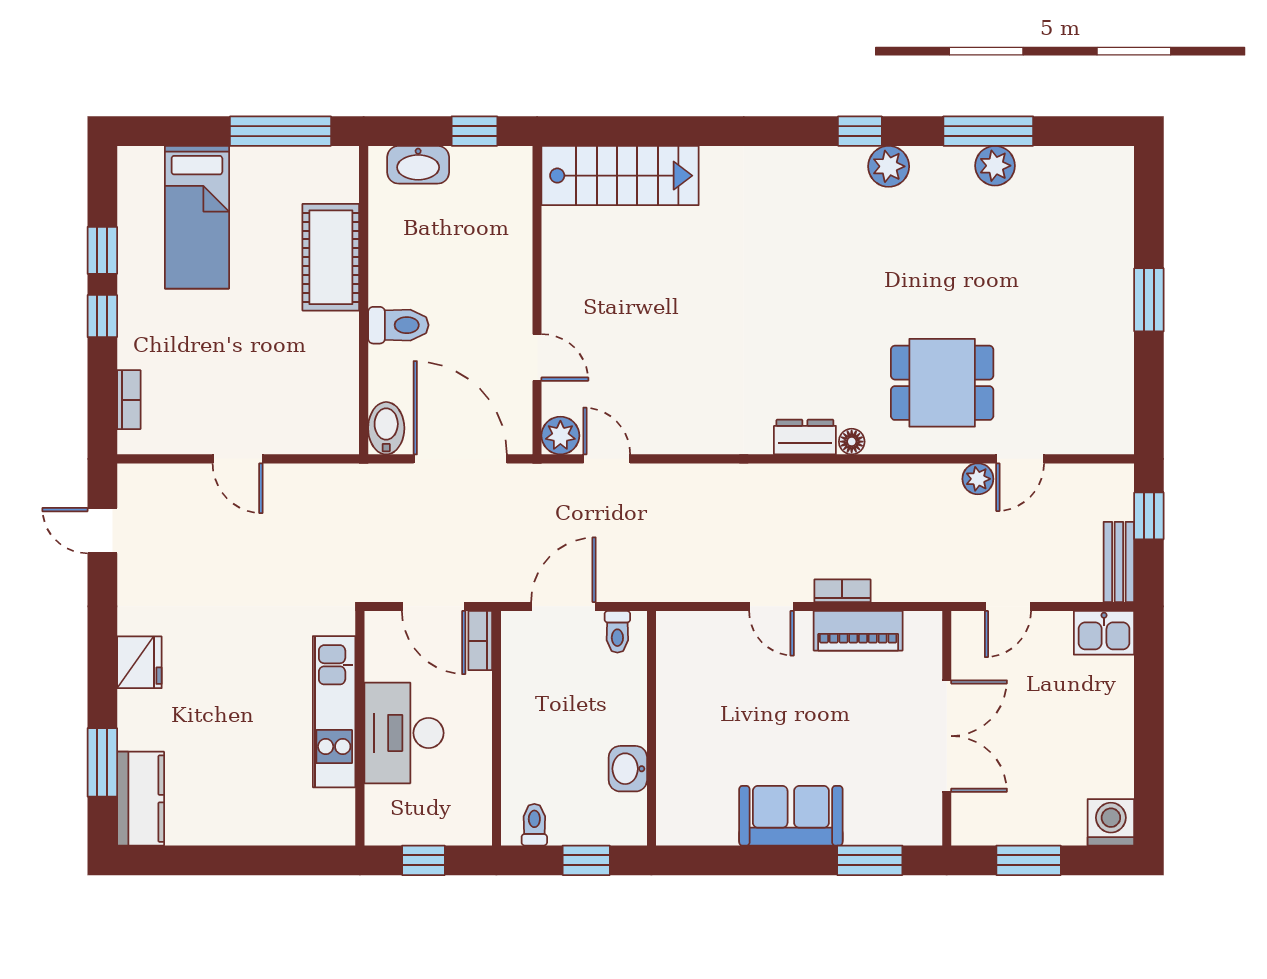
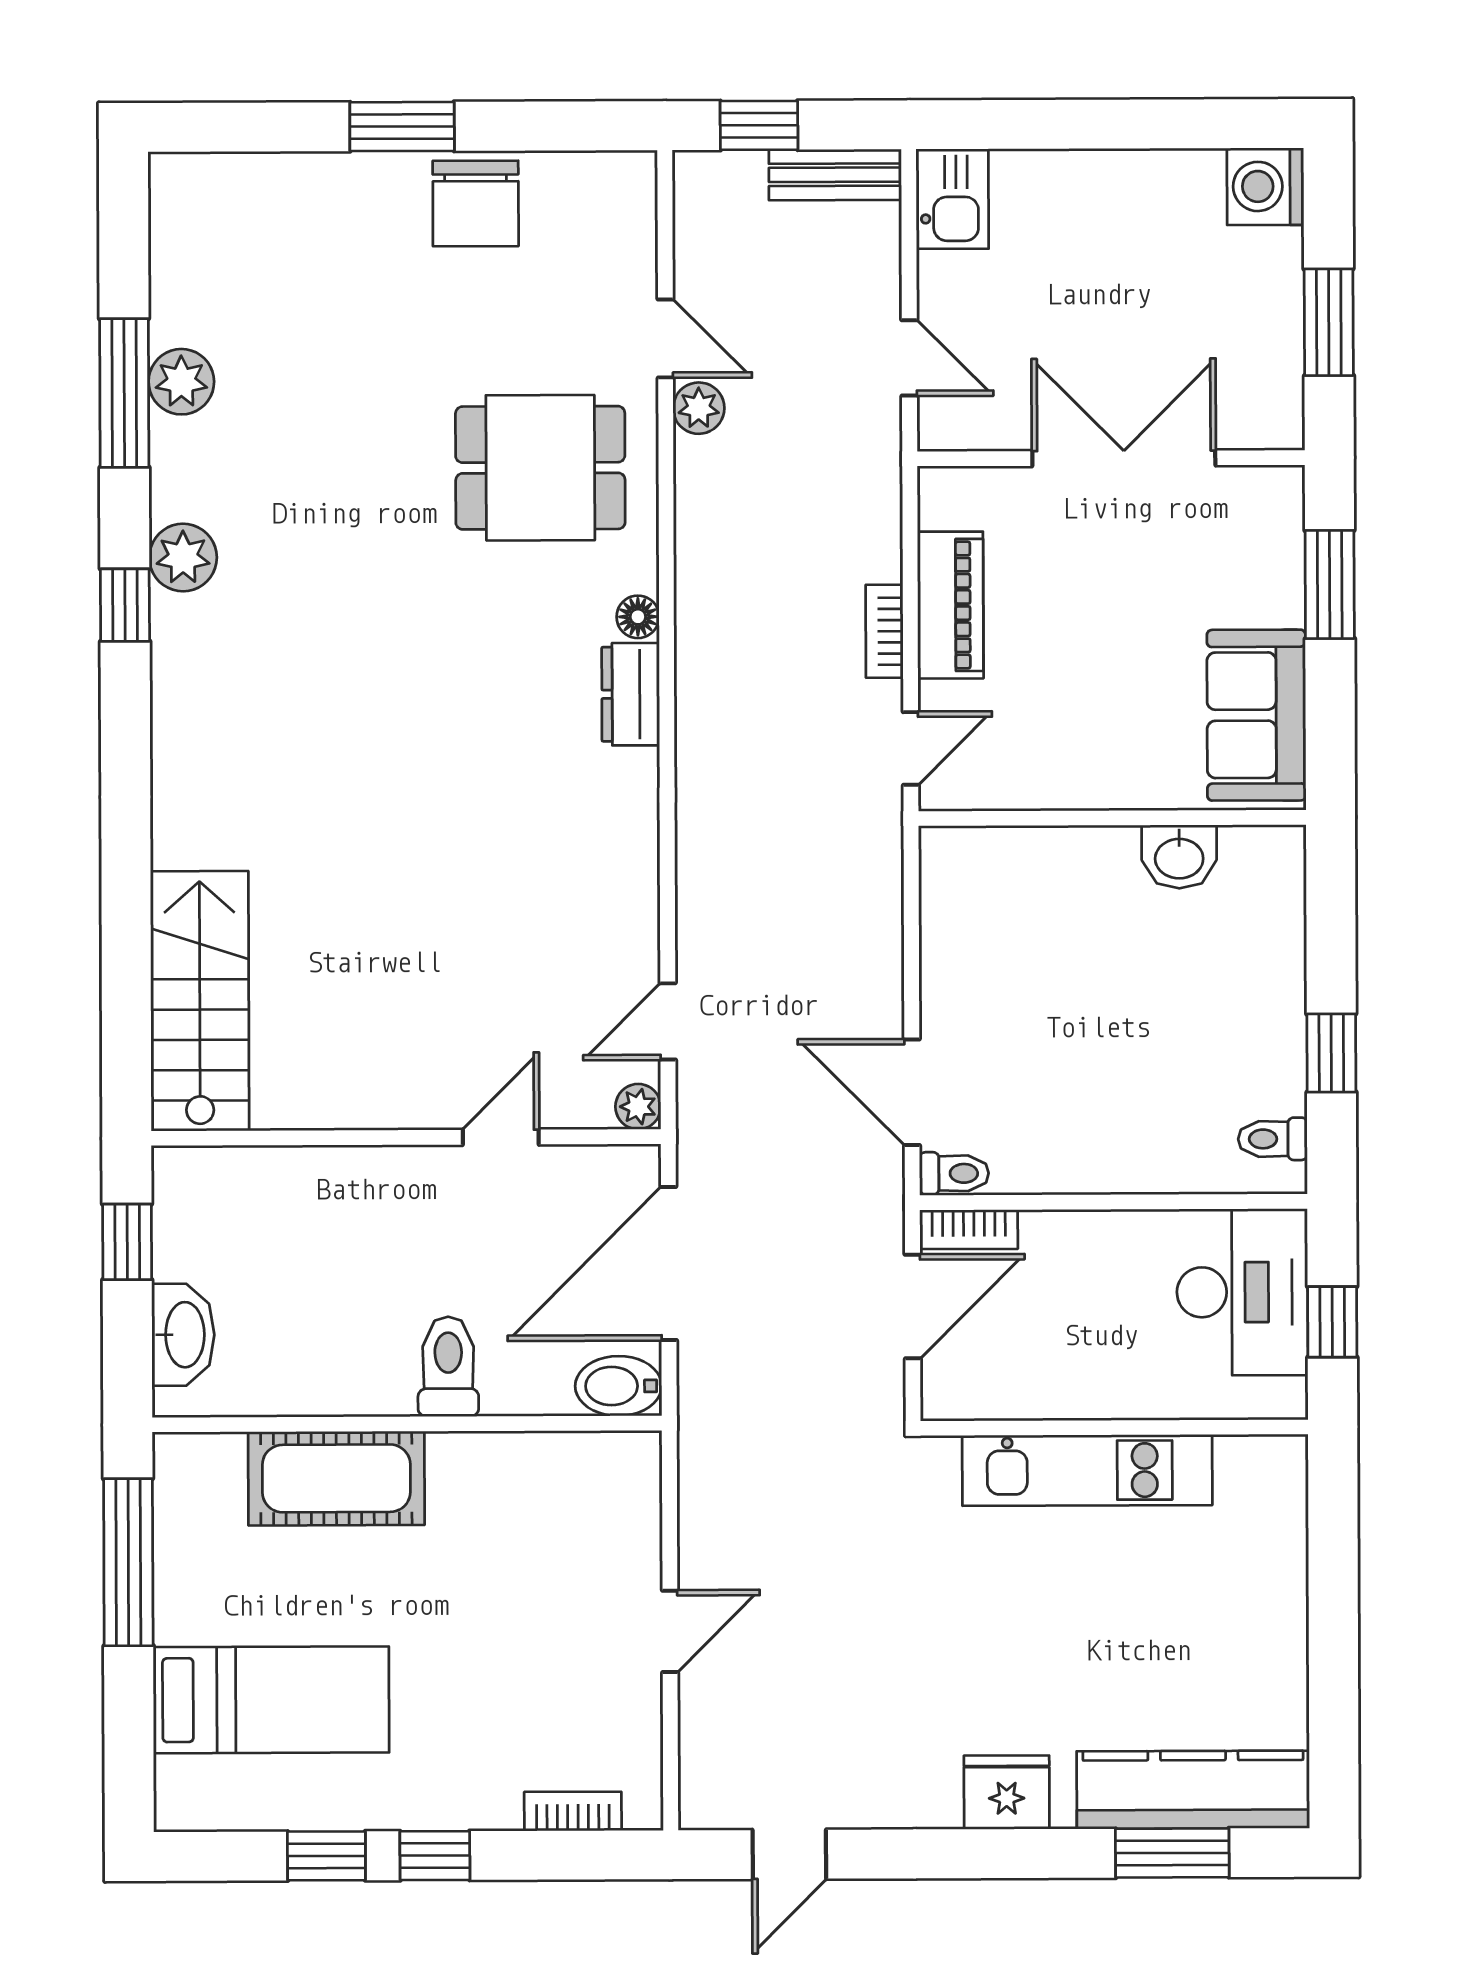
chair: (1102, 344) -> (476, 203), added
dining table: (942, 383) -> (540, 468), turned 90
plant: (560, 436) -> (638, 1107), width x0.73, depth x0.73
toilet: (617, 632) -> (954, 1173), moved
wall: (651, 728) -> (1112, 818), moved
desk: (404, 733) -> (1242, 1292), moved, turned -90
washbasin: (628, 769) -> (1179, 857), moved
kitchen counter: (141, 799) -> (1193, 1790), width x1.50

